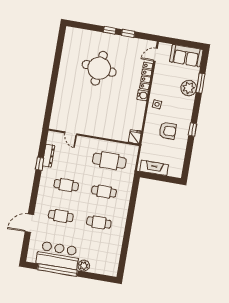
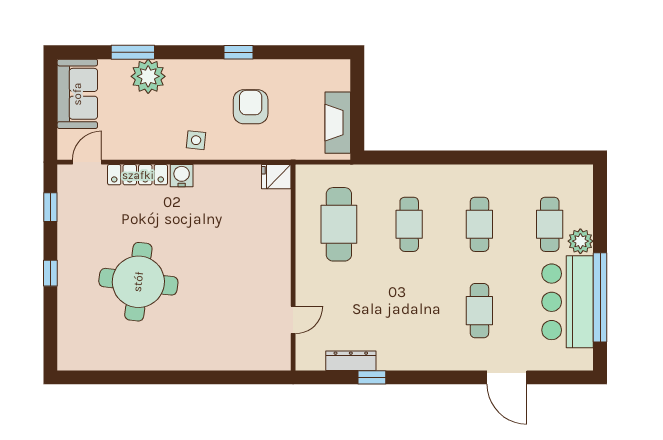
window: (128, 33) -> (50, 207), moved
door: (156, 55) -> (87, 162), swing flipped
cafe table: (66, 185) -> (550, 224), moved

